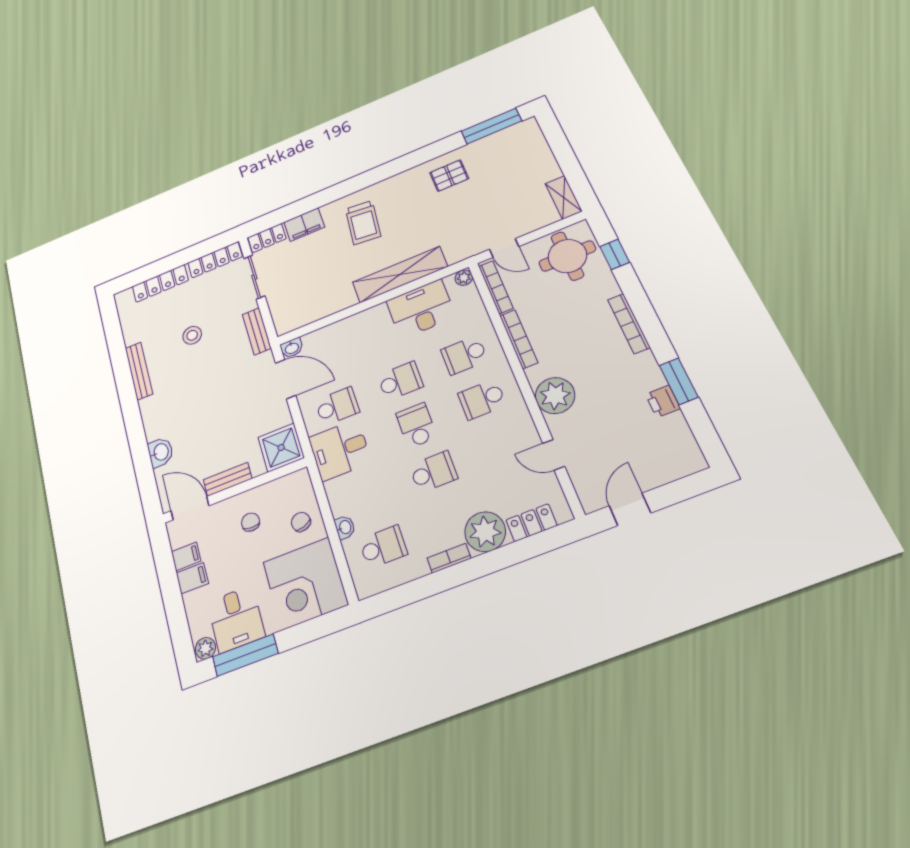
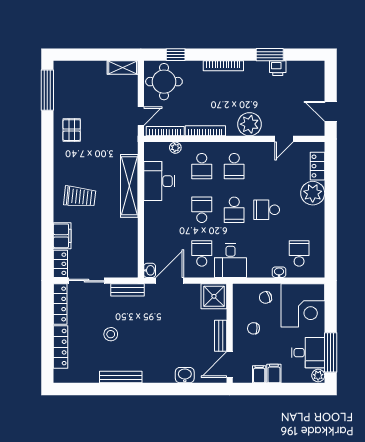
plant: (464, 278) -> (175, 148), moved
school desk: (416, 425) -> (234, 210), turned -90
school desk: (433, 472) -> (267, 210), turned -90
bookcase: (449, 558) -> (320, 218), removed

